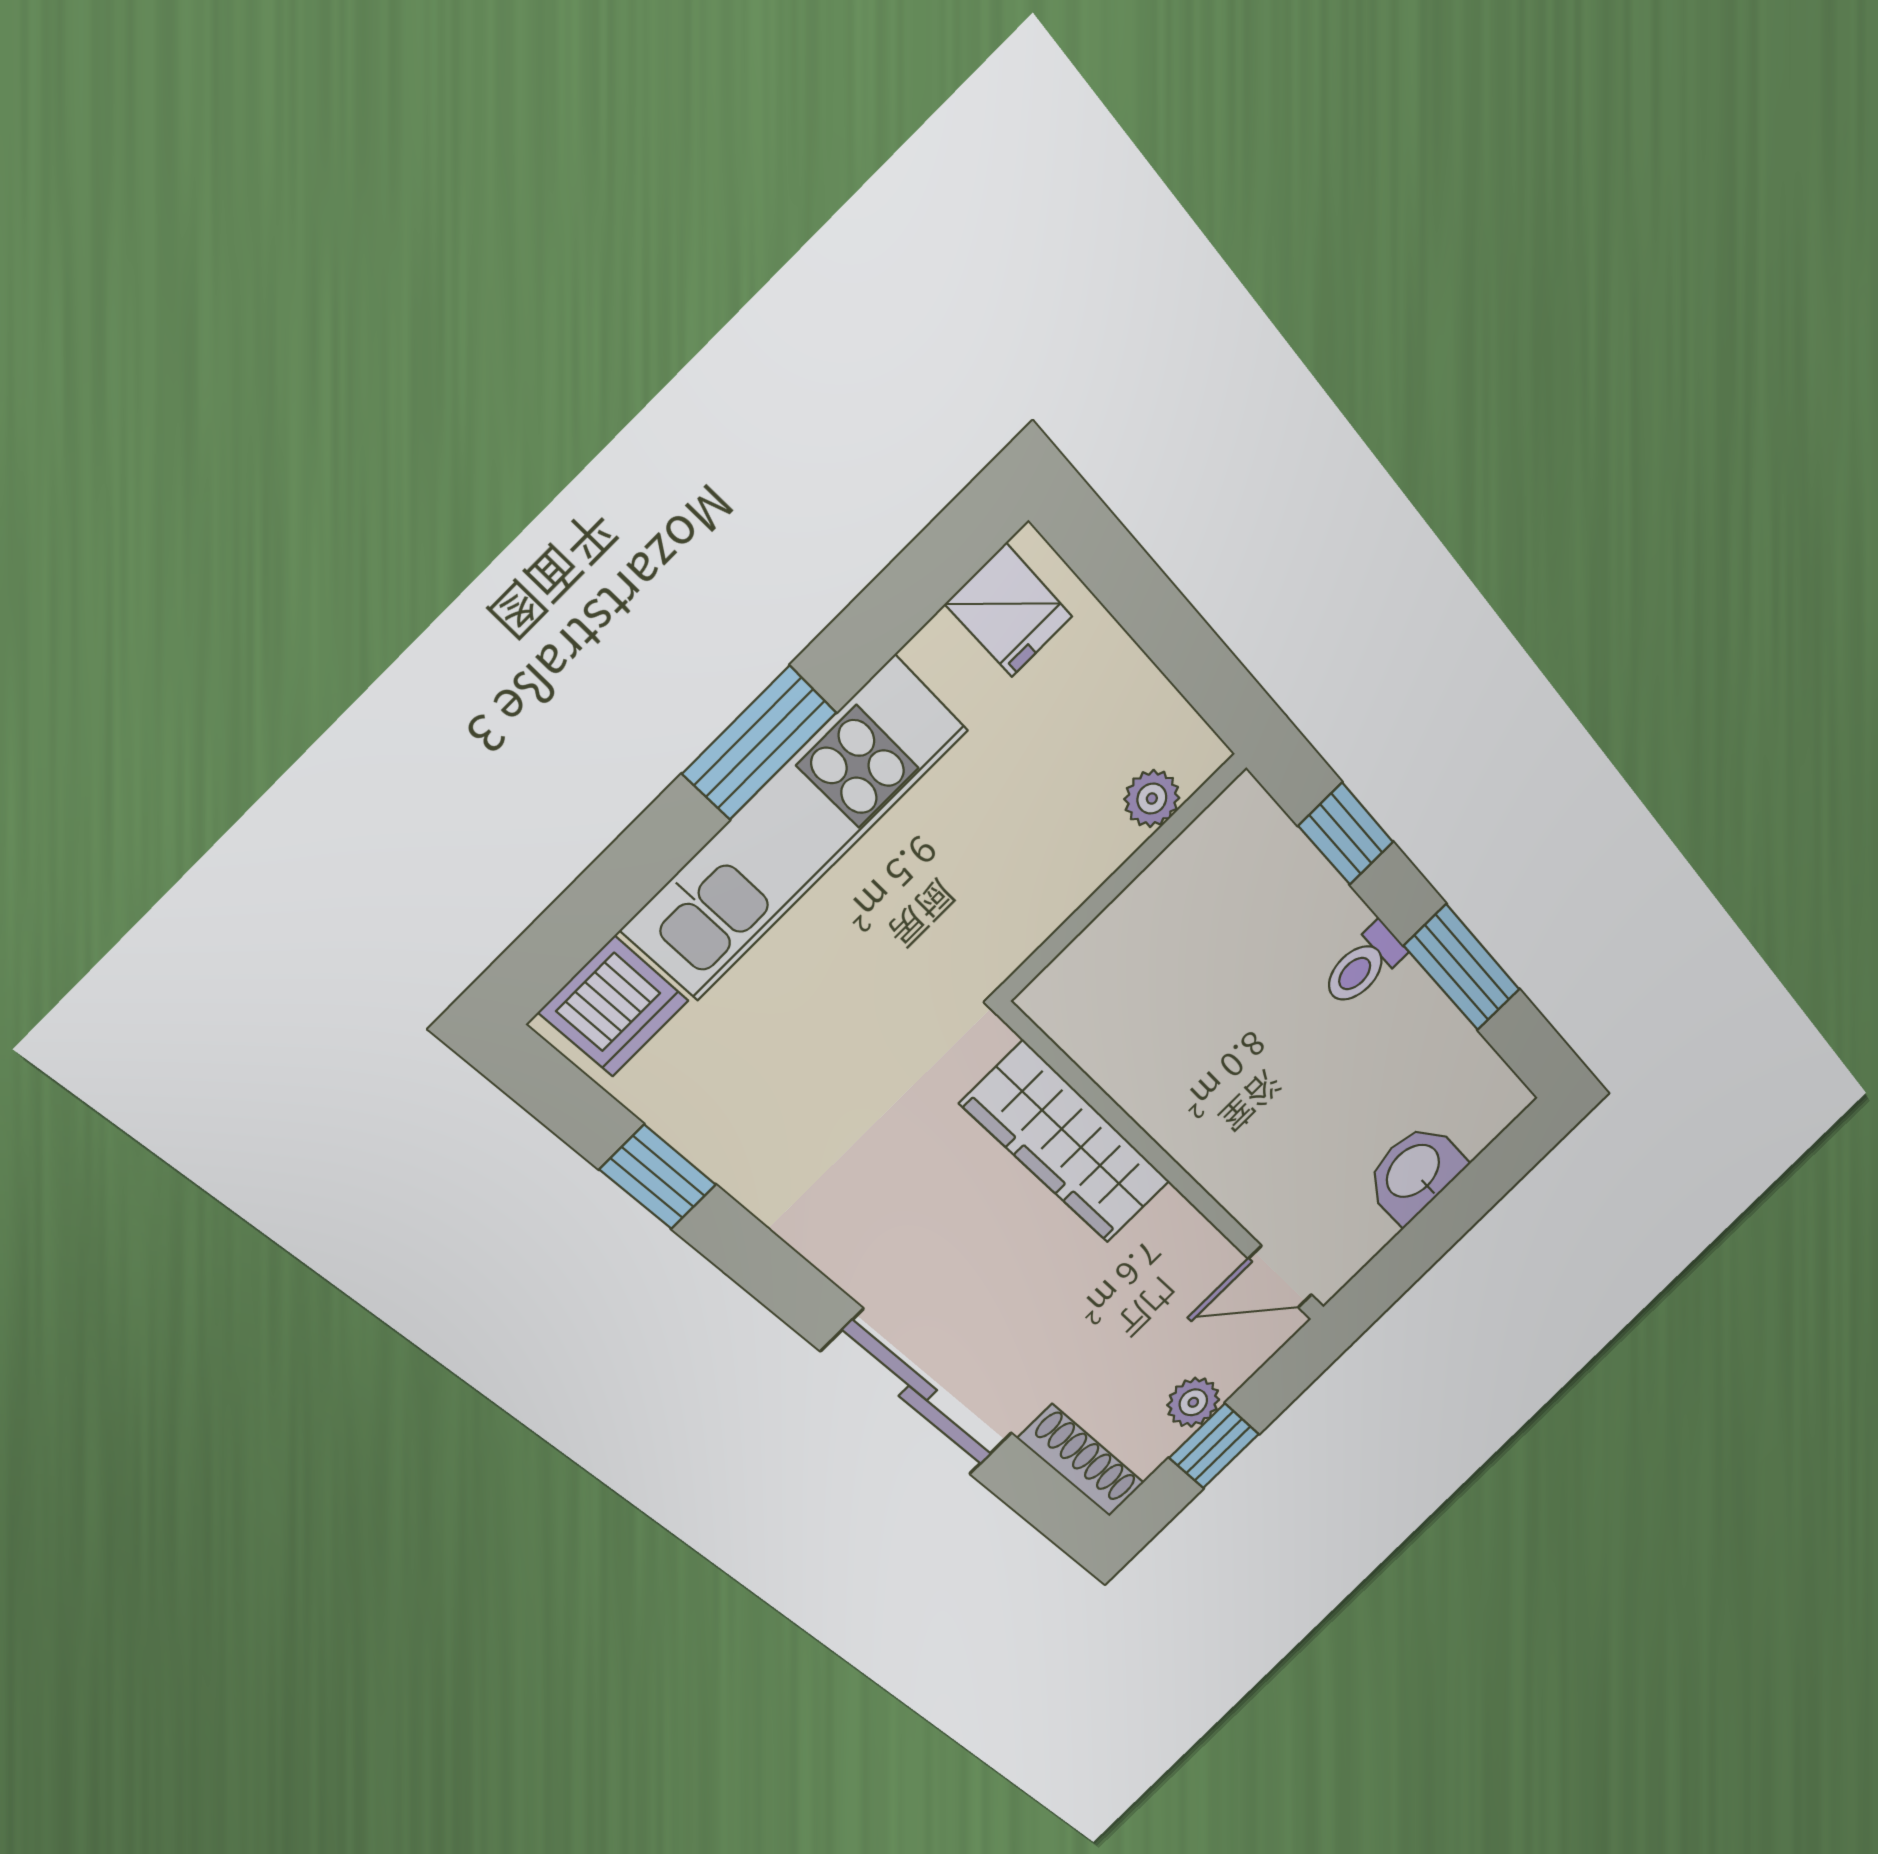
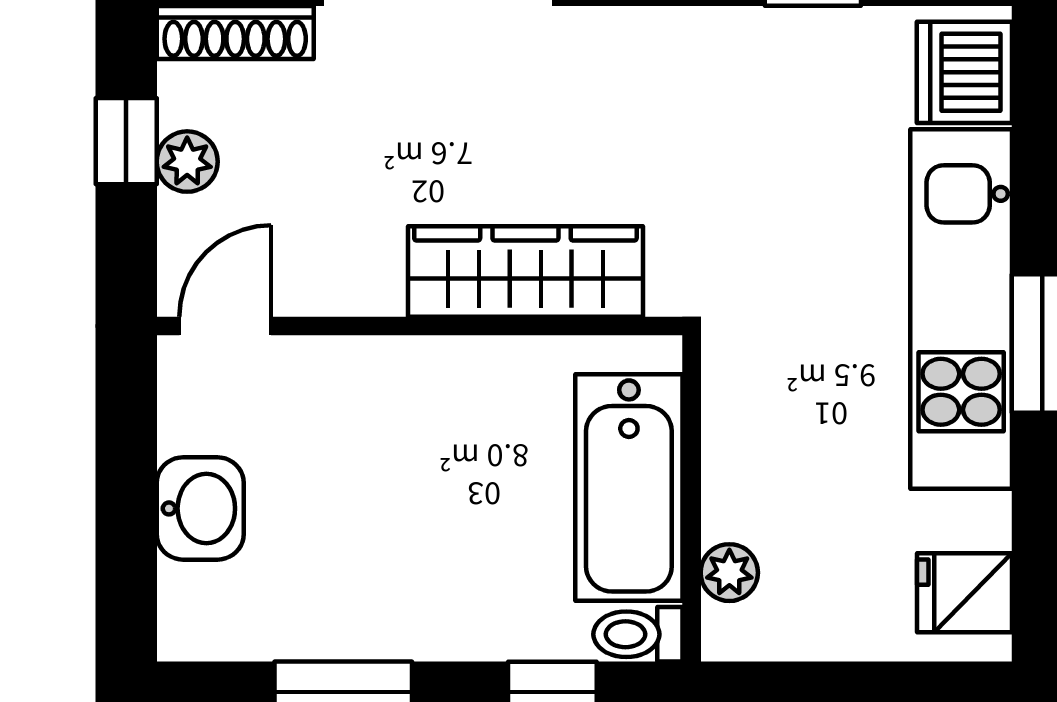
bathtub: (1154, 928) -> (629, 487), added
toilet: (1363, 965) -> (638, 634), moved, turned -90

